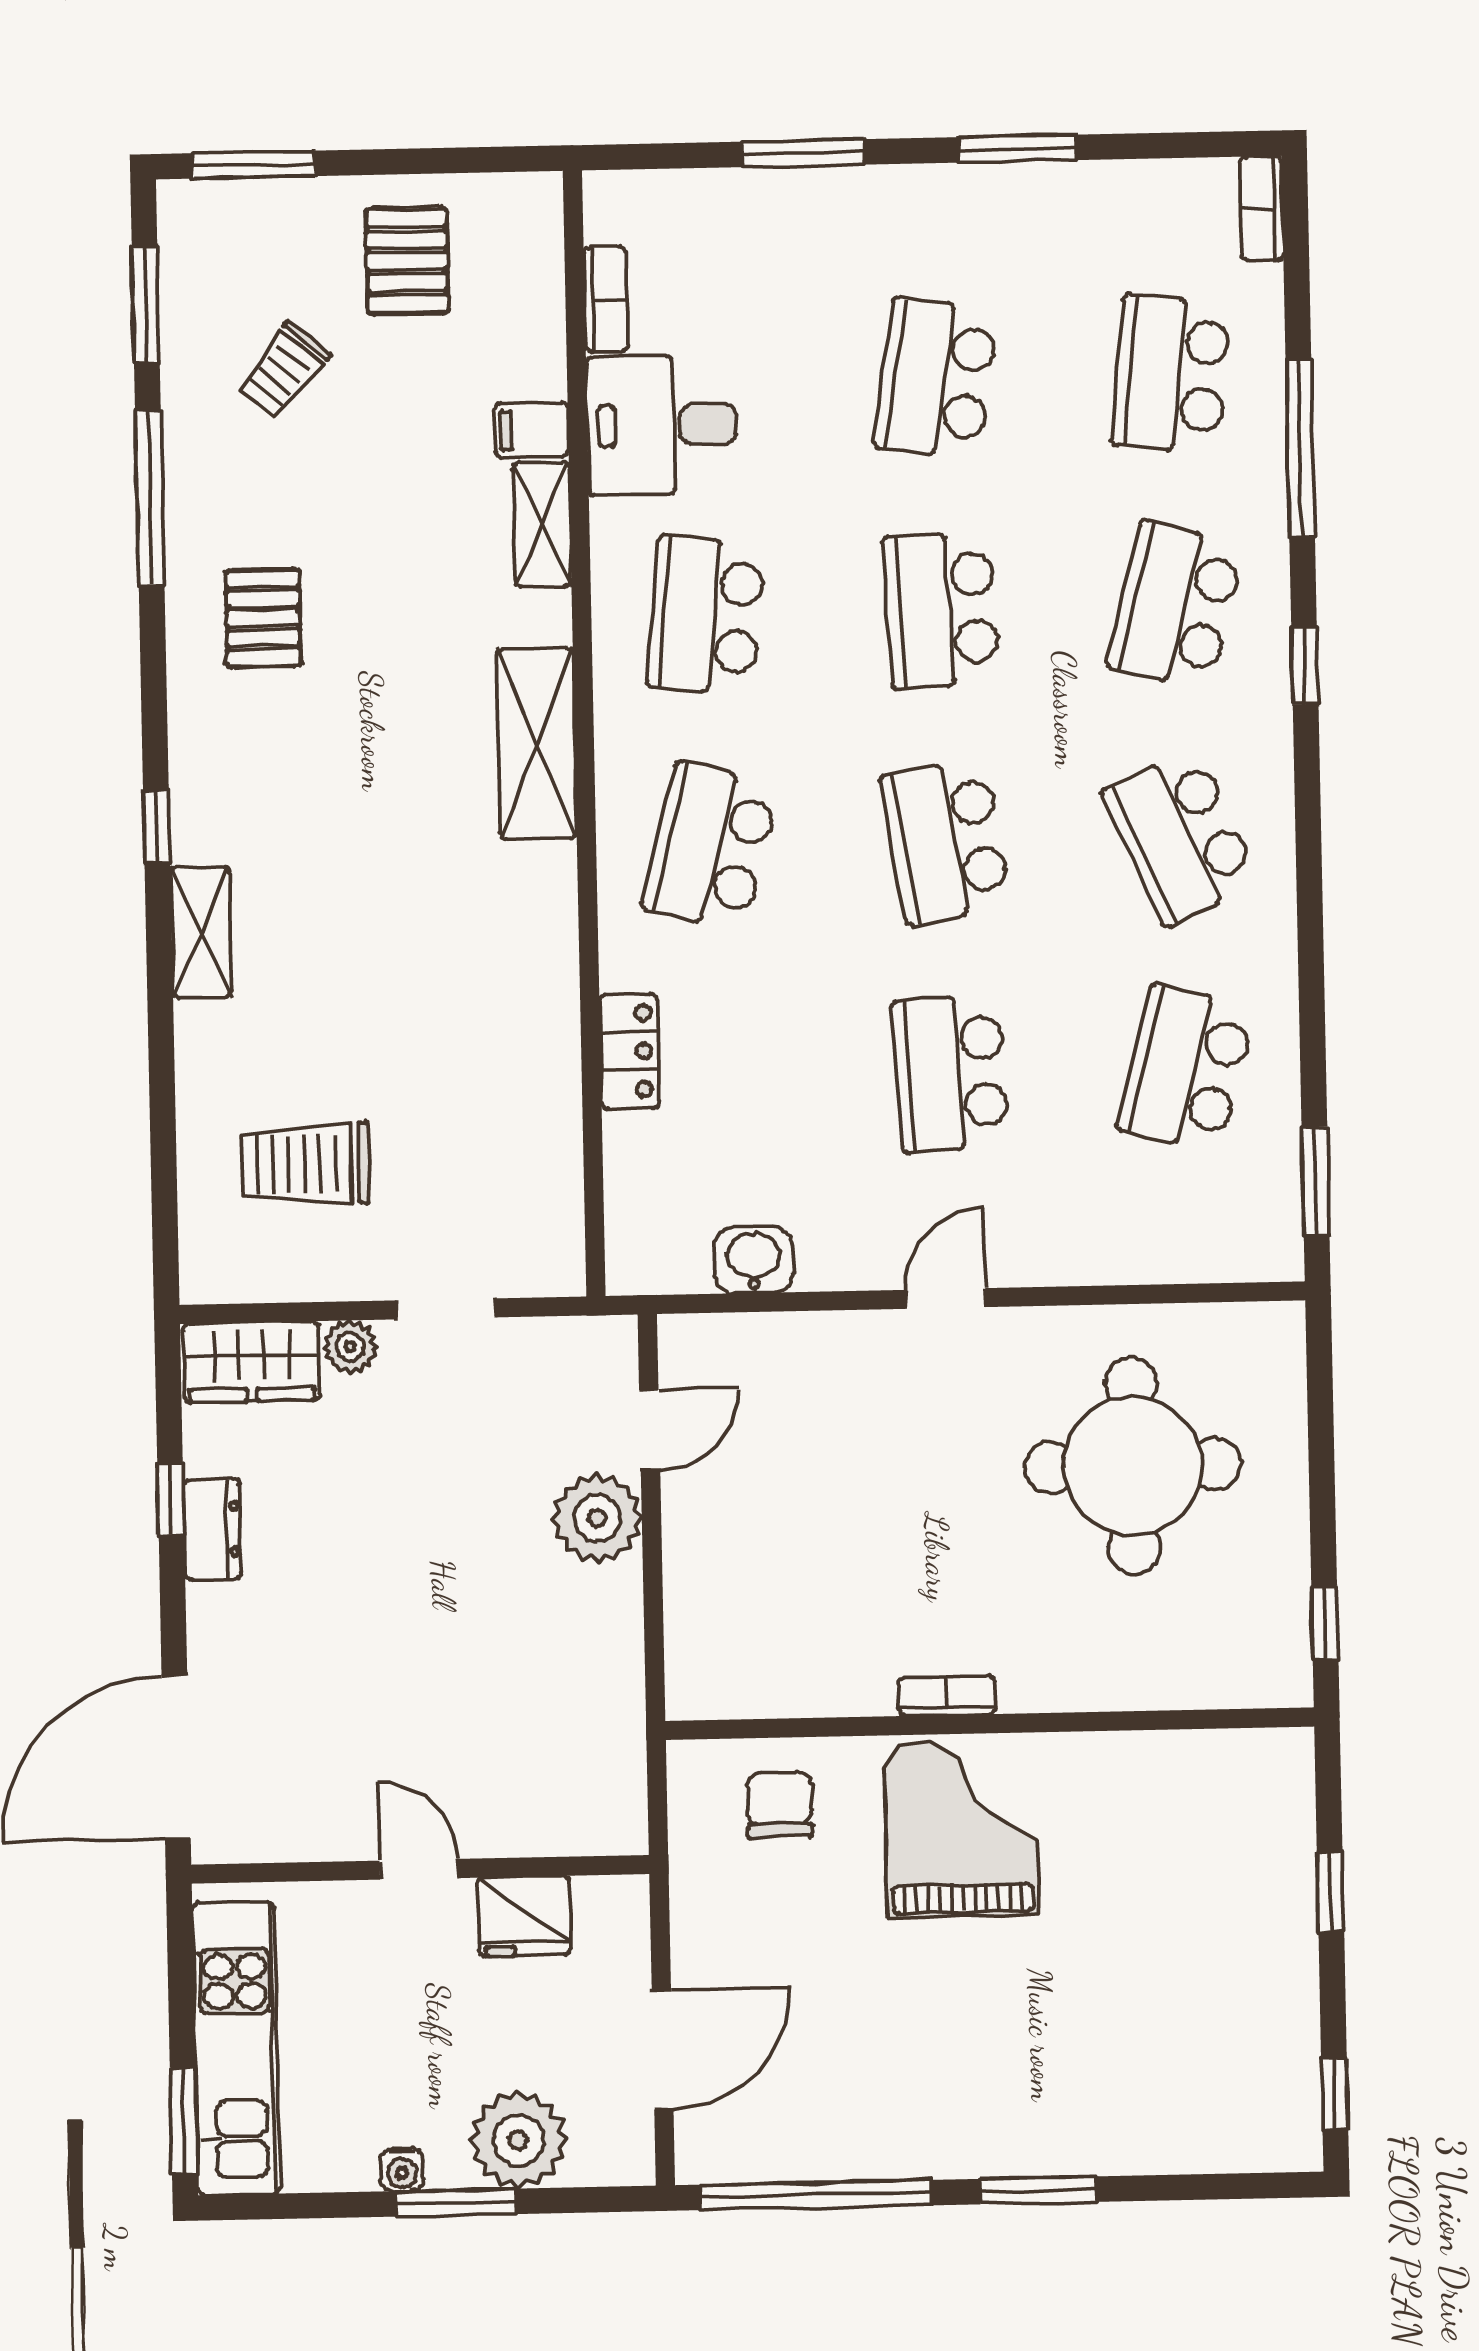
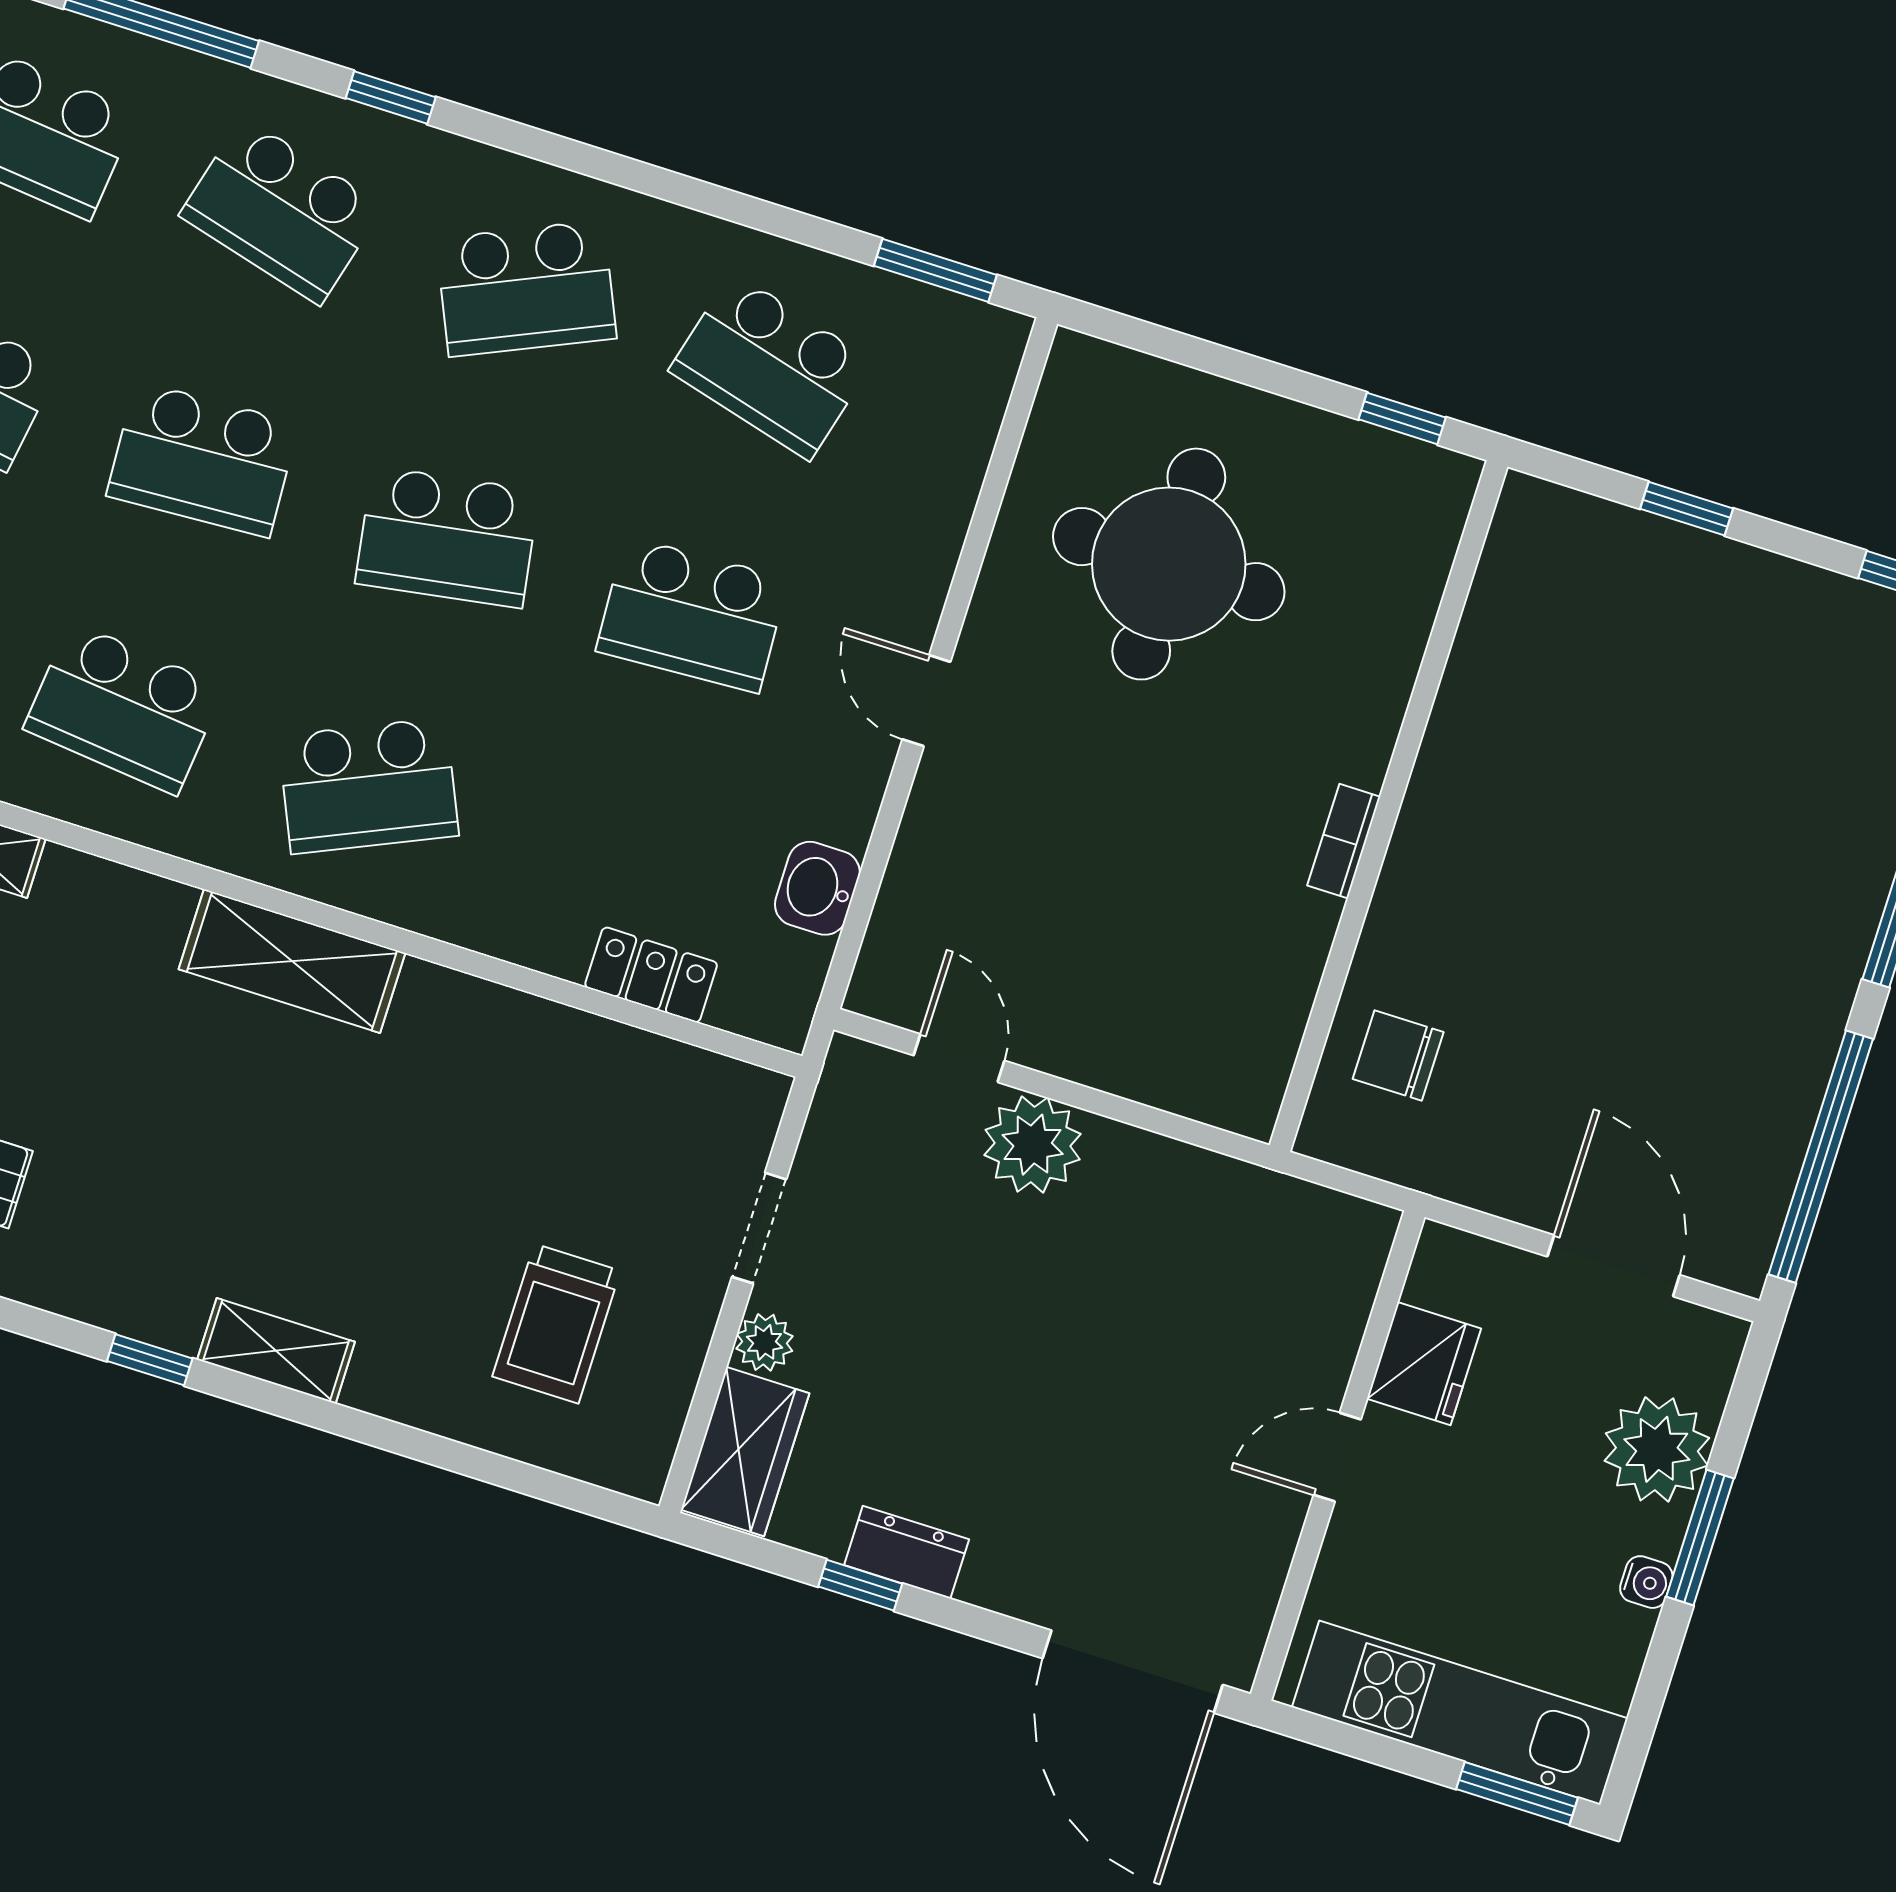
shelving: (537, 744) -> (292, 961), moved
school desk: (711, 847) -> (368, 786), turned -39
locker: (629, 1051) -> (651, 975), moved
grand piano: (962, 1828) -> (1488, 873), removed

